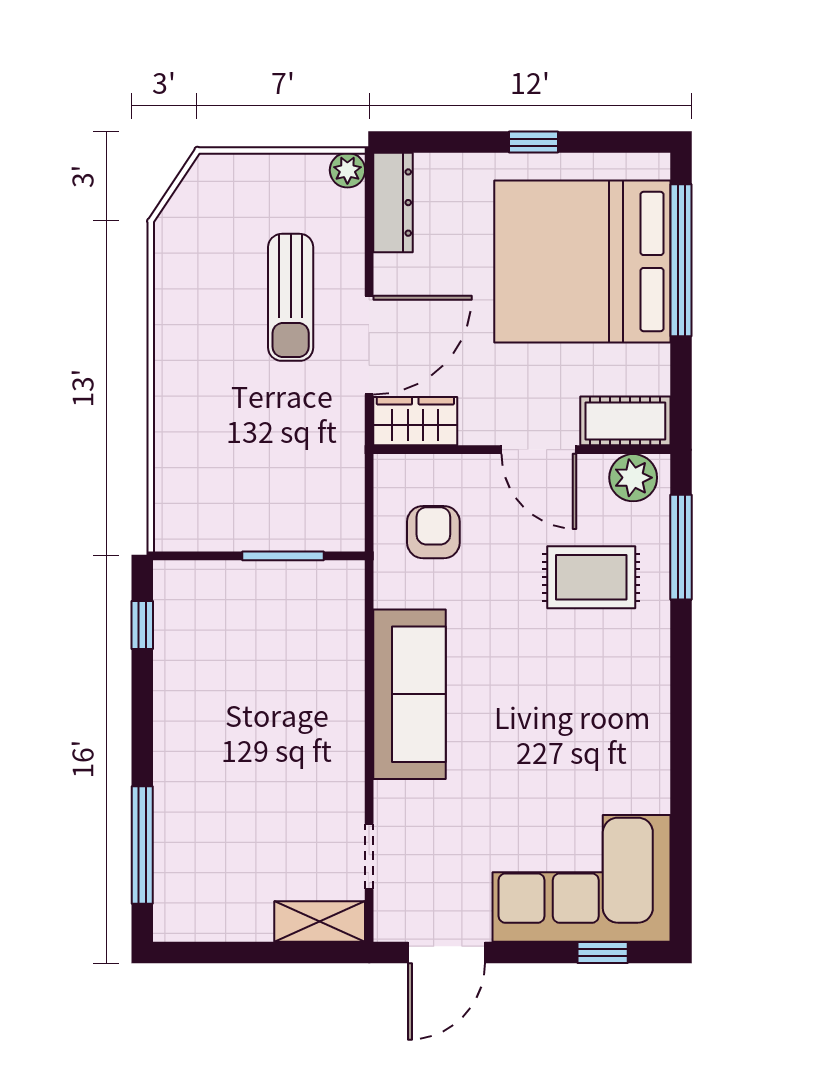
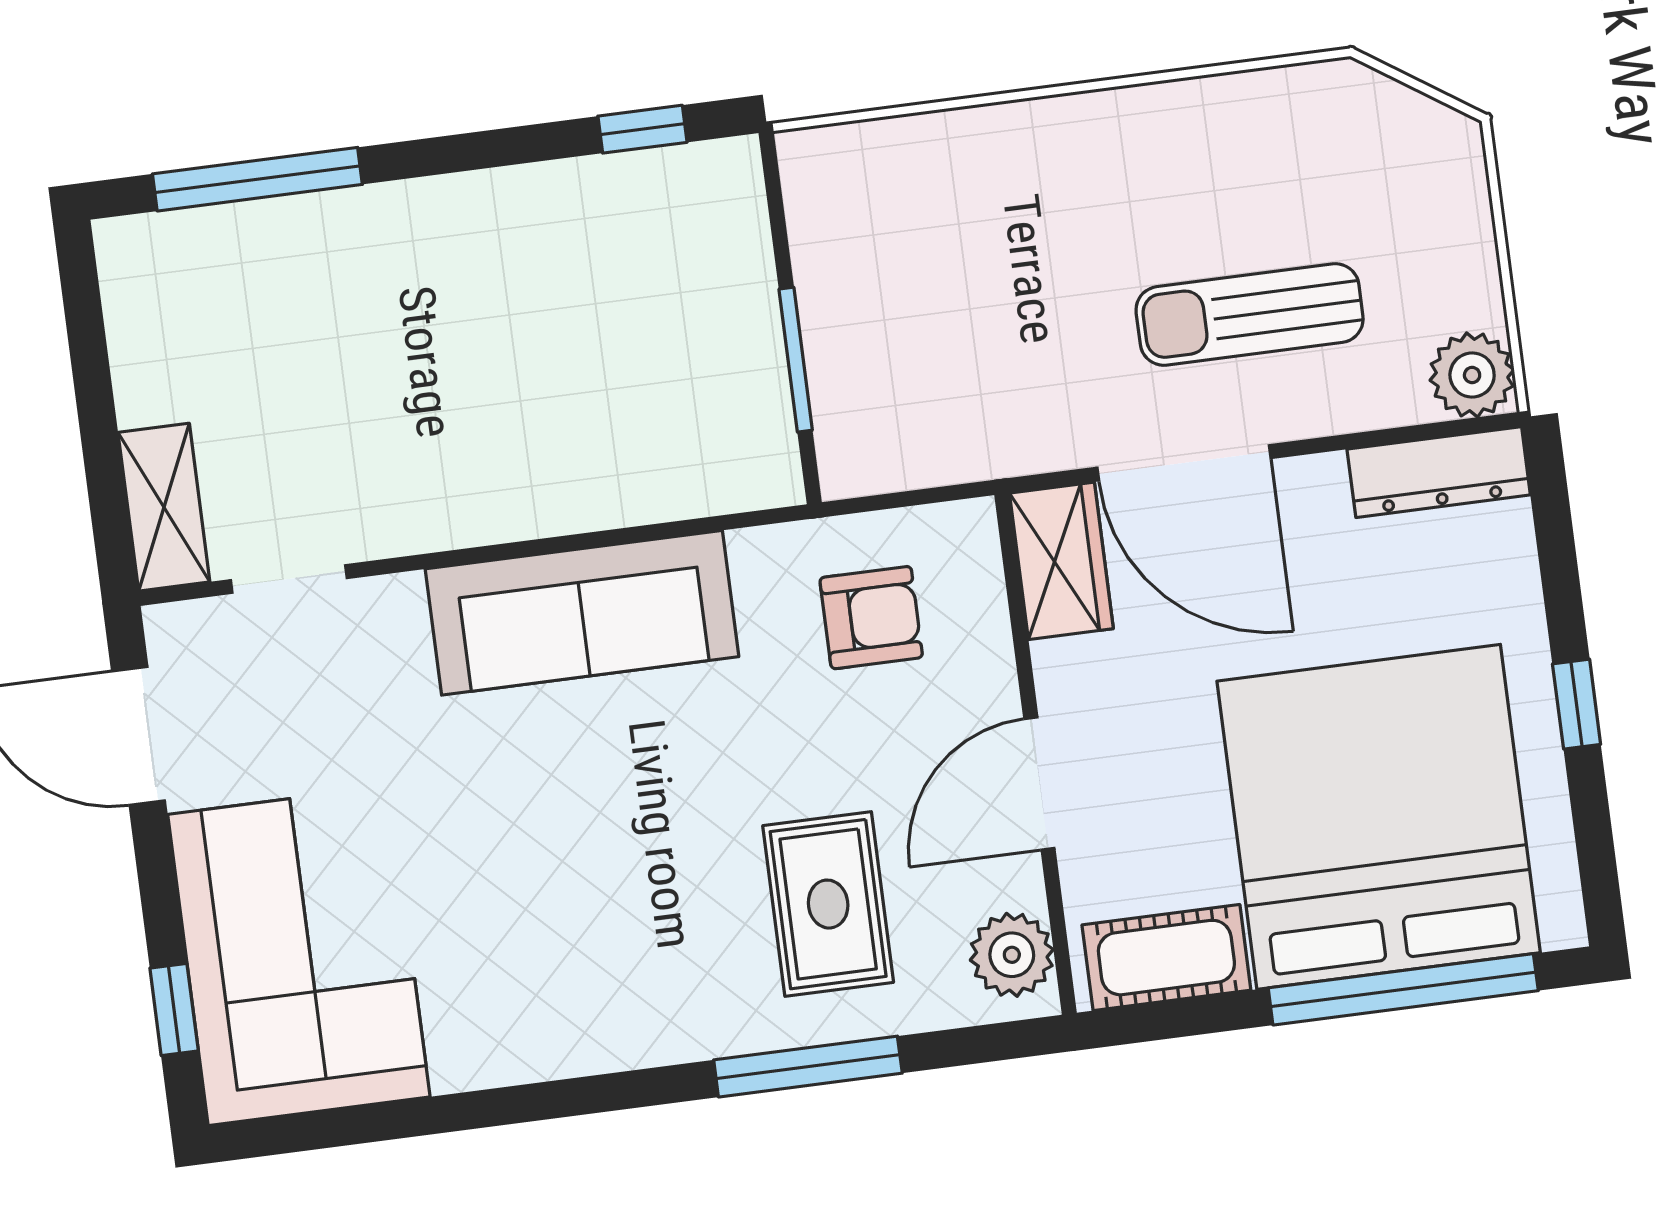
plant: (347, 170) -> (1472, 375), width x1.38, depth x1.38
cot: (625, 421) -> (1166, 958), moved, turned 90
window: (681, 547) -> (808, 1067), moved

